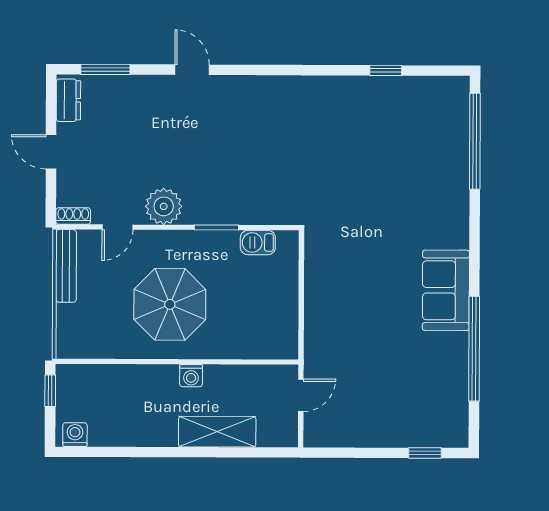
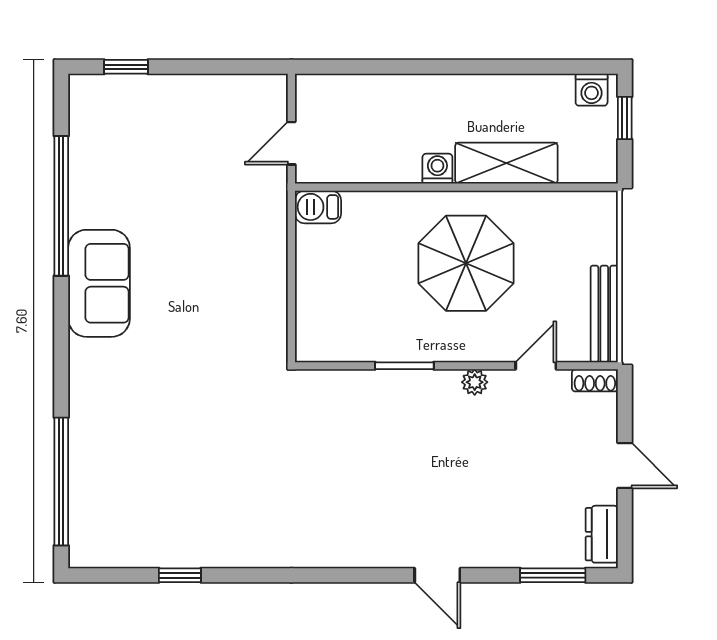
plant: (164, 206) -> (475, 382), width x0.53, depth x0.53
barbecue: (258, 243) -> (318, 207), moved, turned 180
window: (50, 391) -> (625, 118), moved
shelving: (217, 432) -> (506, 163), moved

